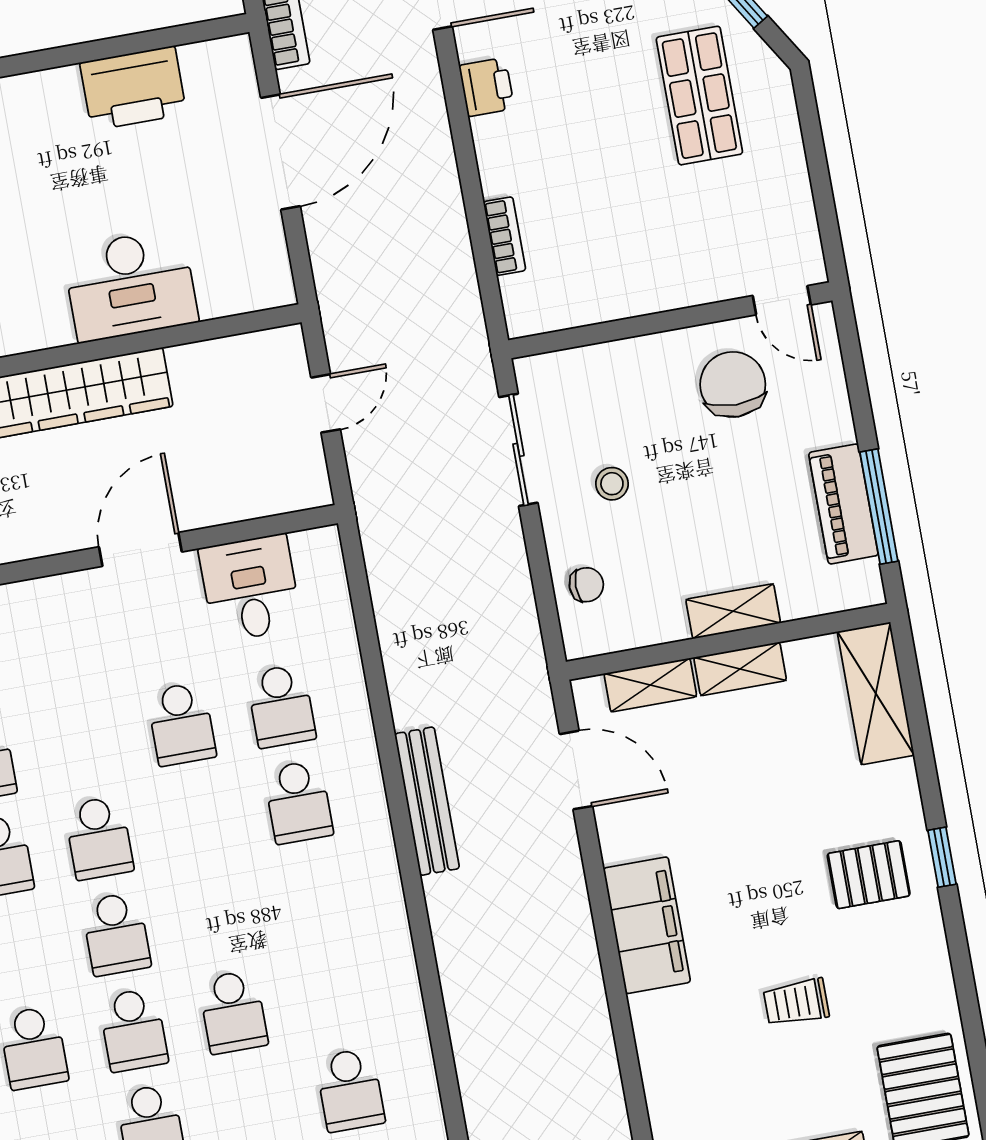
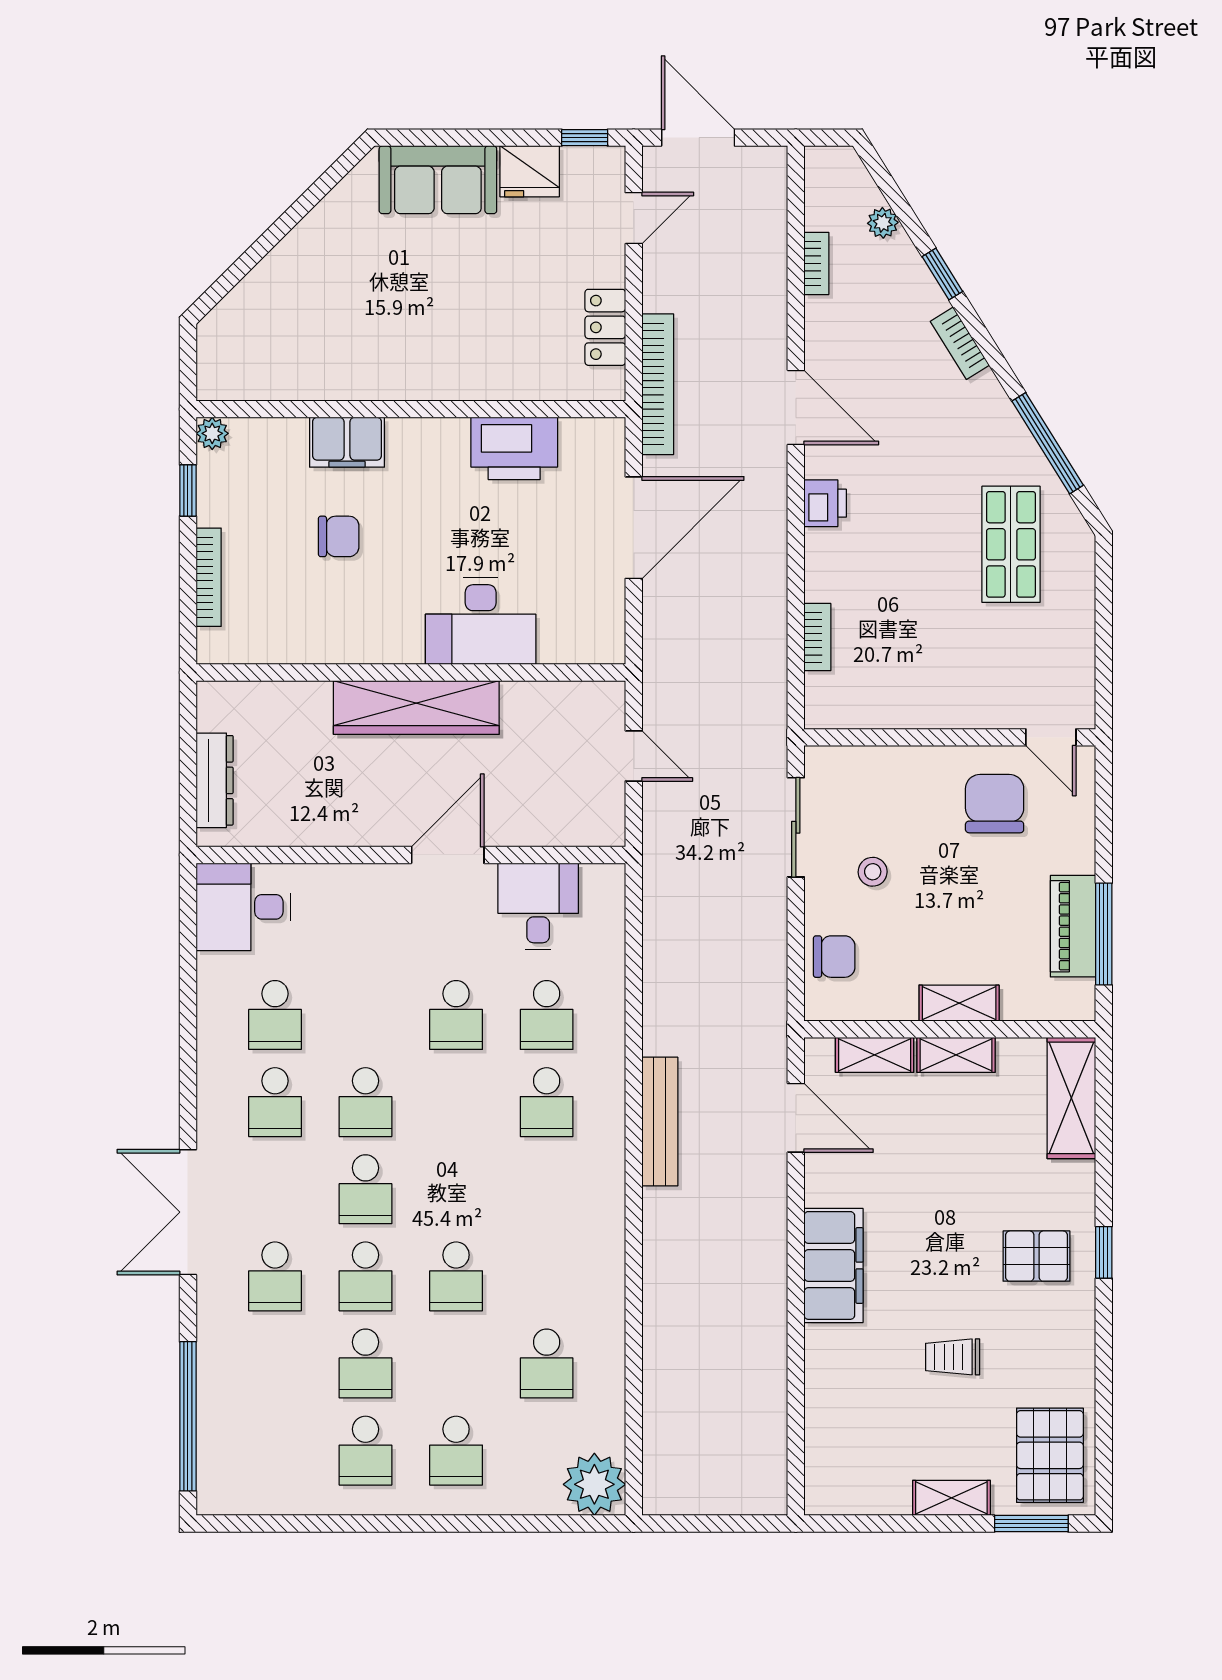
door: (326, 403) -> (634, 756), hinge flipped
chair: (586, 585) -> (834, 957), width x1.37, depth x1.37

